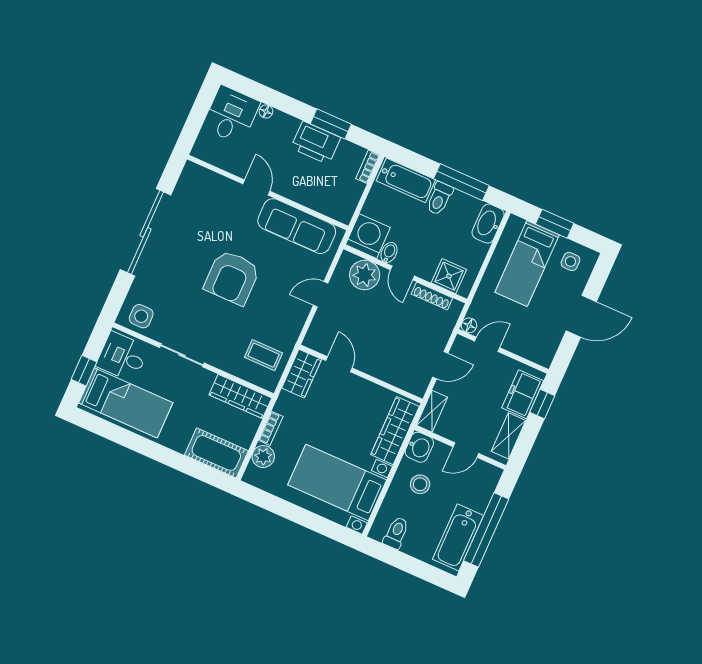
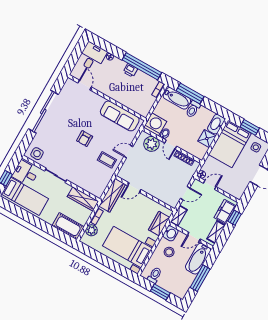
window: (331, 124) -> (142, 66), width x2.11
printer: (316, 143) -> (130, 70), width x0.53, depth x0.68
window: (461, 182) -> (190, 94), moved
door: (256, 187) -> (85, 85), moved
bed: (527, 264) -> (230, 144), width x1.50
shower: (449, 276) -> (207, 139), moved
armchair: (232, 277) -> (85, 139), width x0.53, depth x0.53
coffee table: (263, 355) -> (107, 160), moved
door: (339, 364) -> (134, 188), swing flipped
wardrobe: (302, 374) -> (112, 195), width x1.50
wardrobe: (395, 431) -> (159, 224), width x0.67
window: (486, 530) -> (200, 278), width x0.68
bathtub: (458, 537) -> (198, 259), moved
window: (410, 565) -> (160, 292), added

